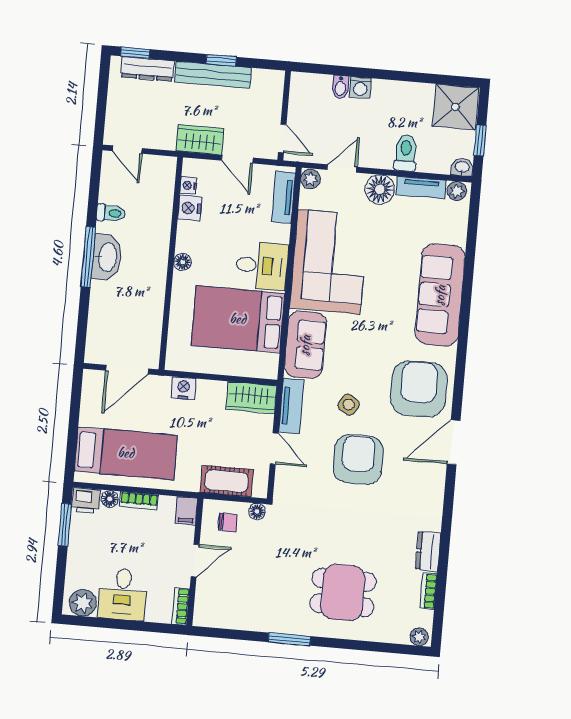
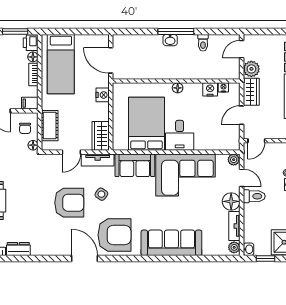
plant: (162, 136) -> (251, 69), added
toilet: (406, 153) -> (254, 196), moved
tv unit: (284, 197) -> (221, 145), removed
washbasin: (107, 257) -> (170, 40), width x0.52, depth x0.69

